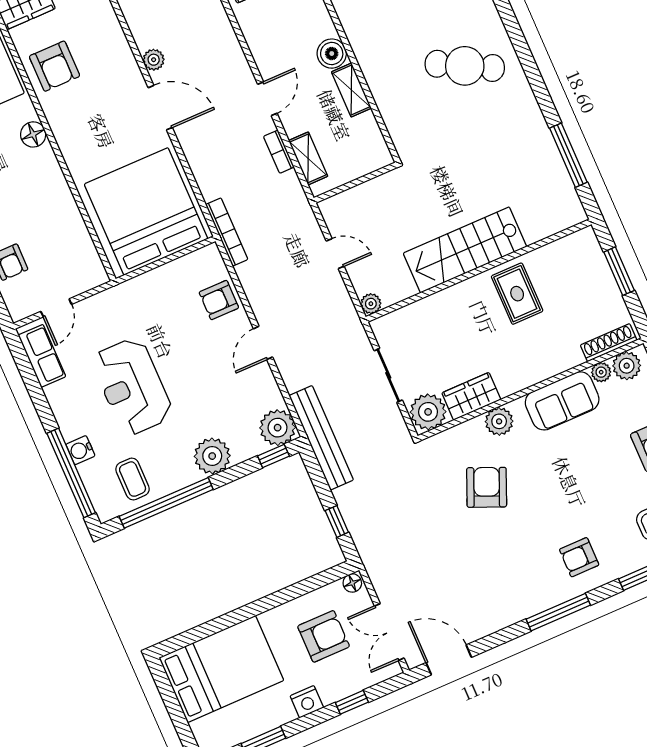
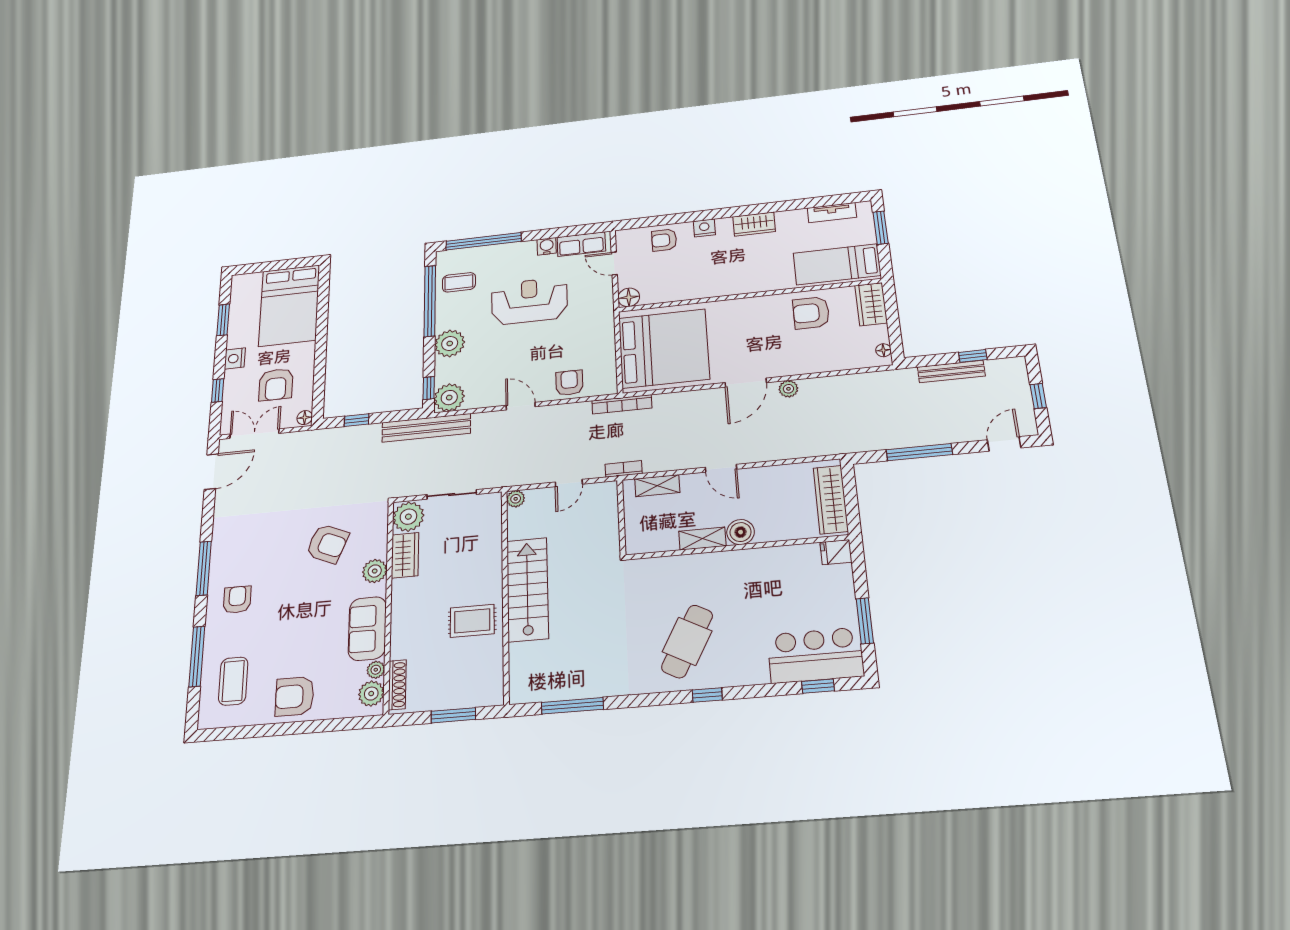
window: (512, 26) -> (707, 695), added
floor lamp: (33, 134) -> (629, 297), moved
bookcase: (279, 152) -> (624, 469), moved
water cooler: (80, 450) -> (547, 246), moved

